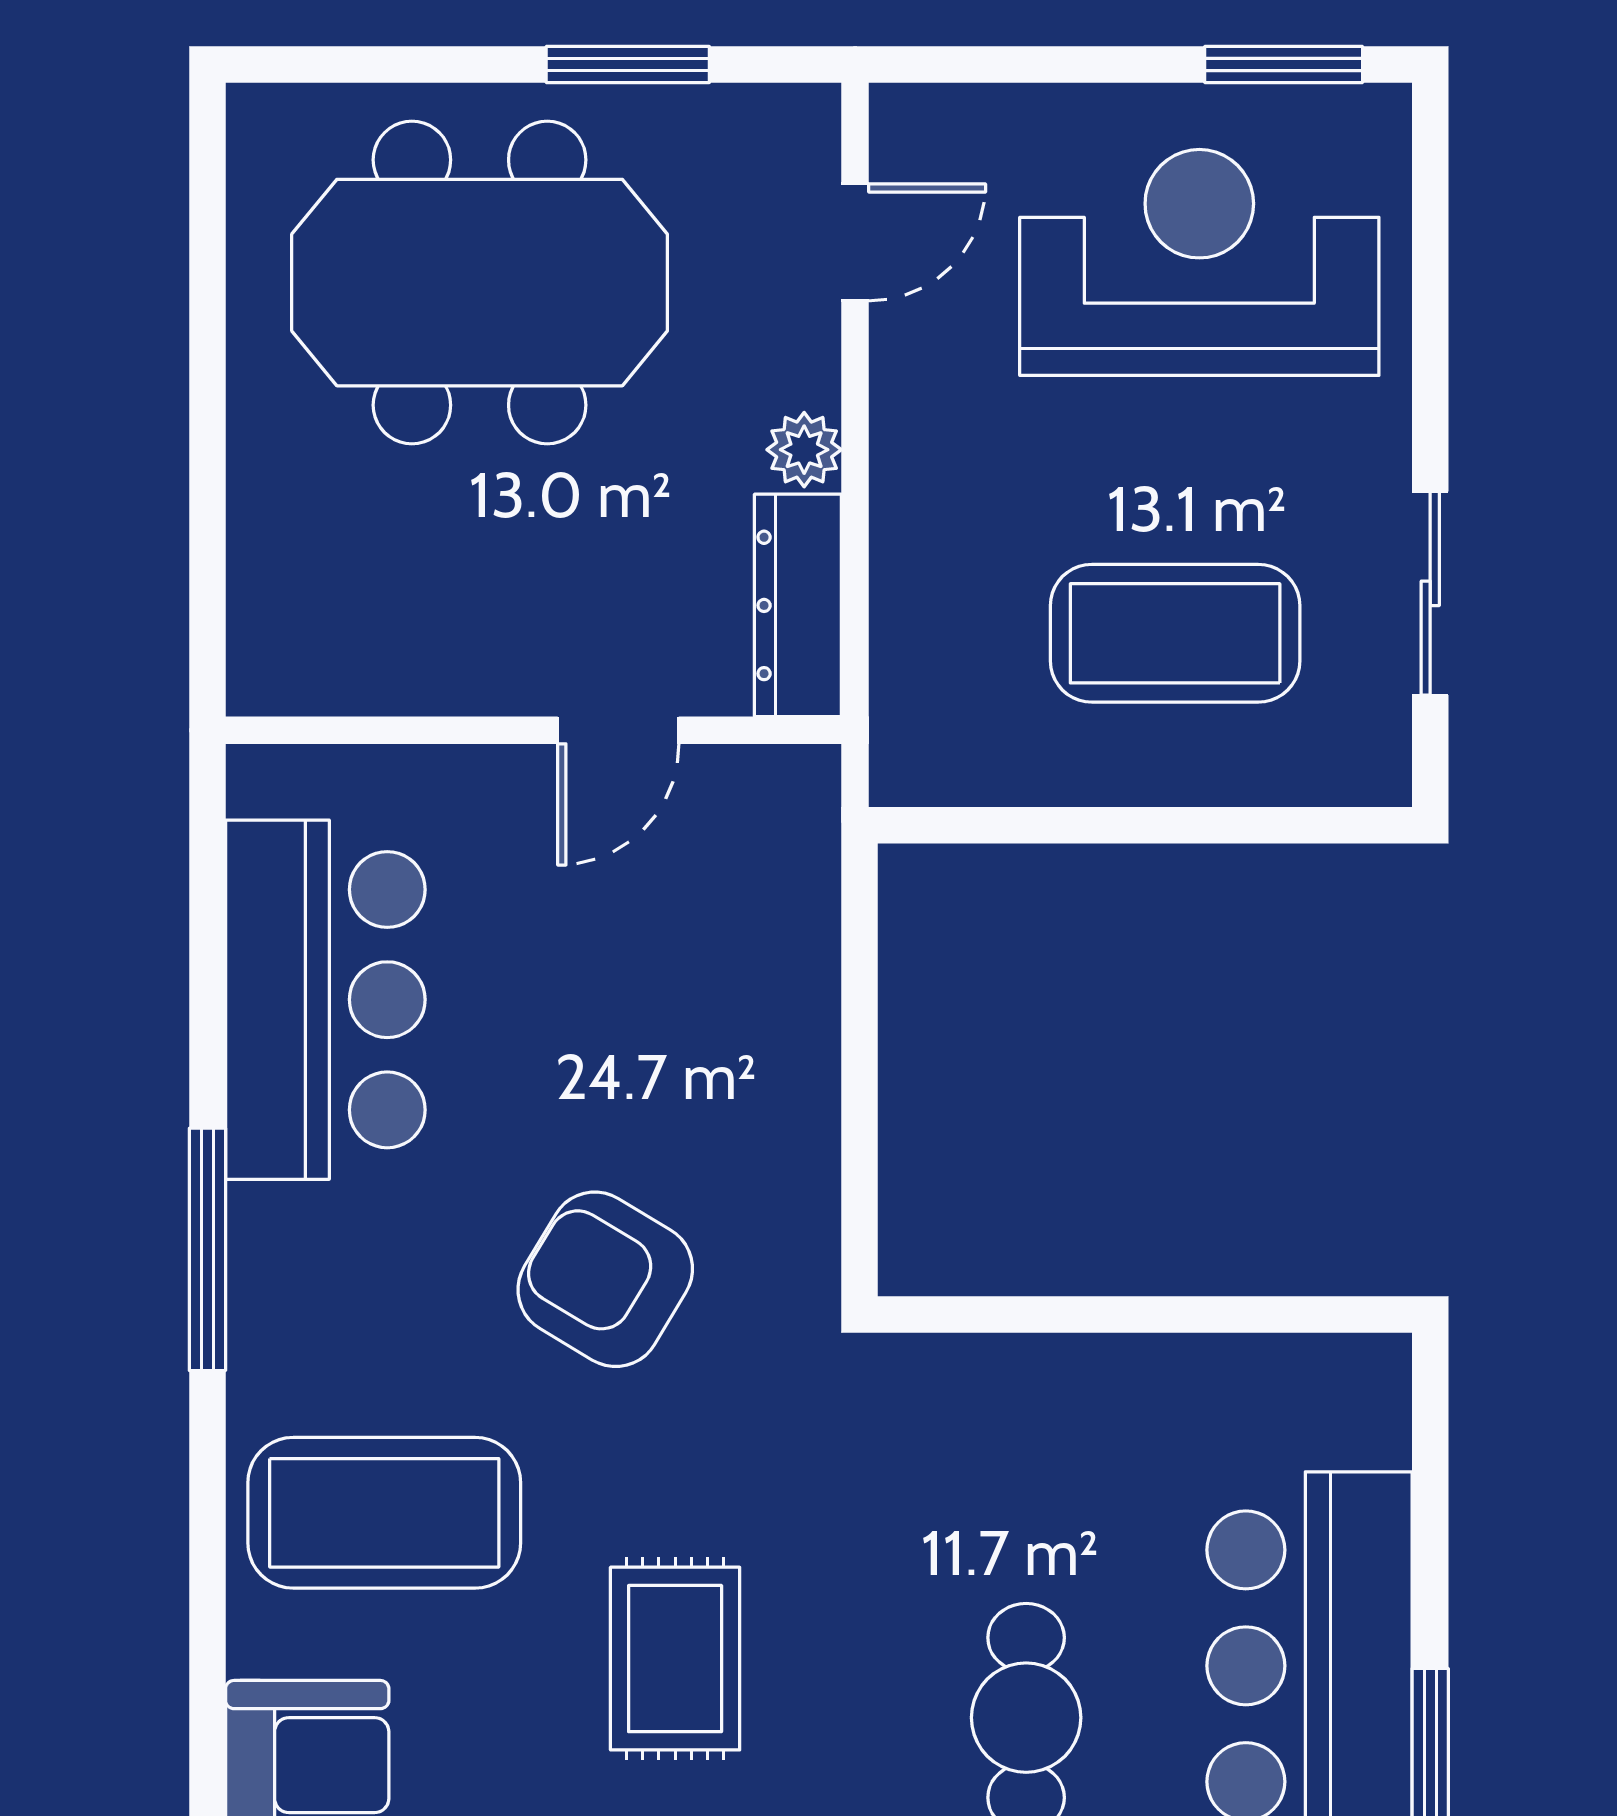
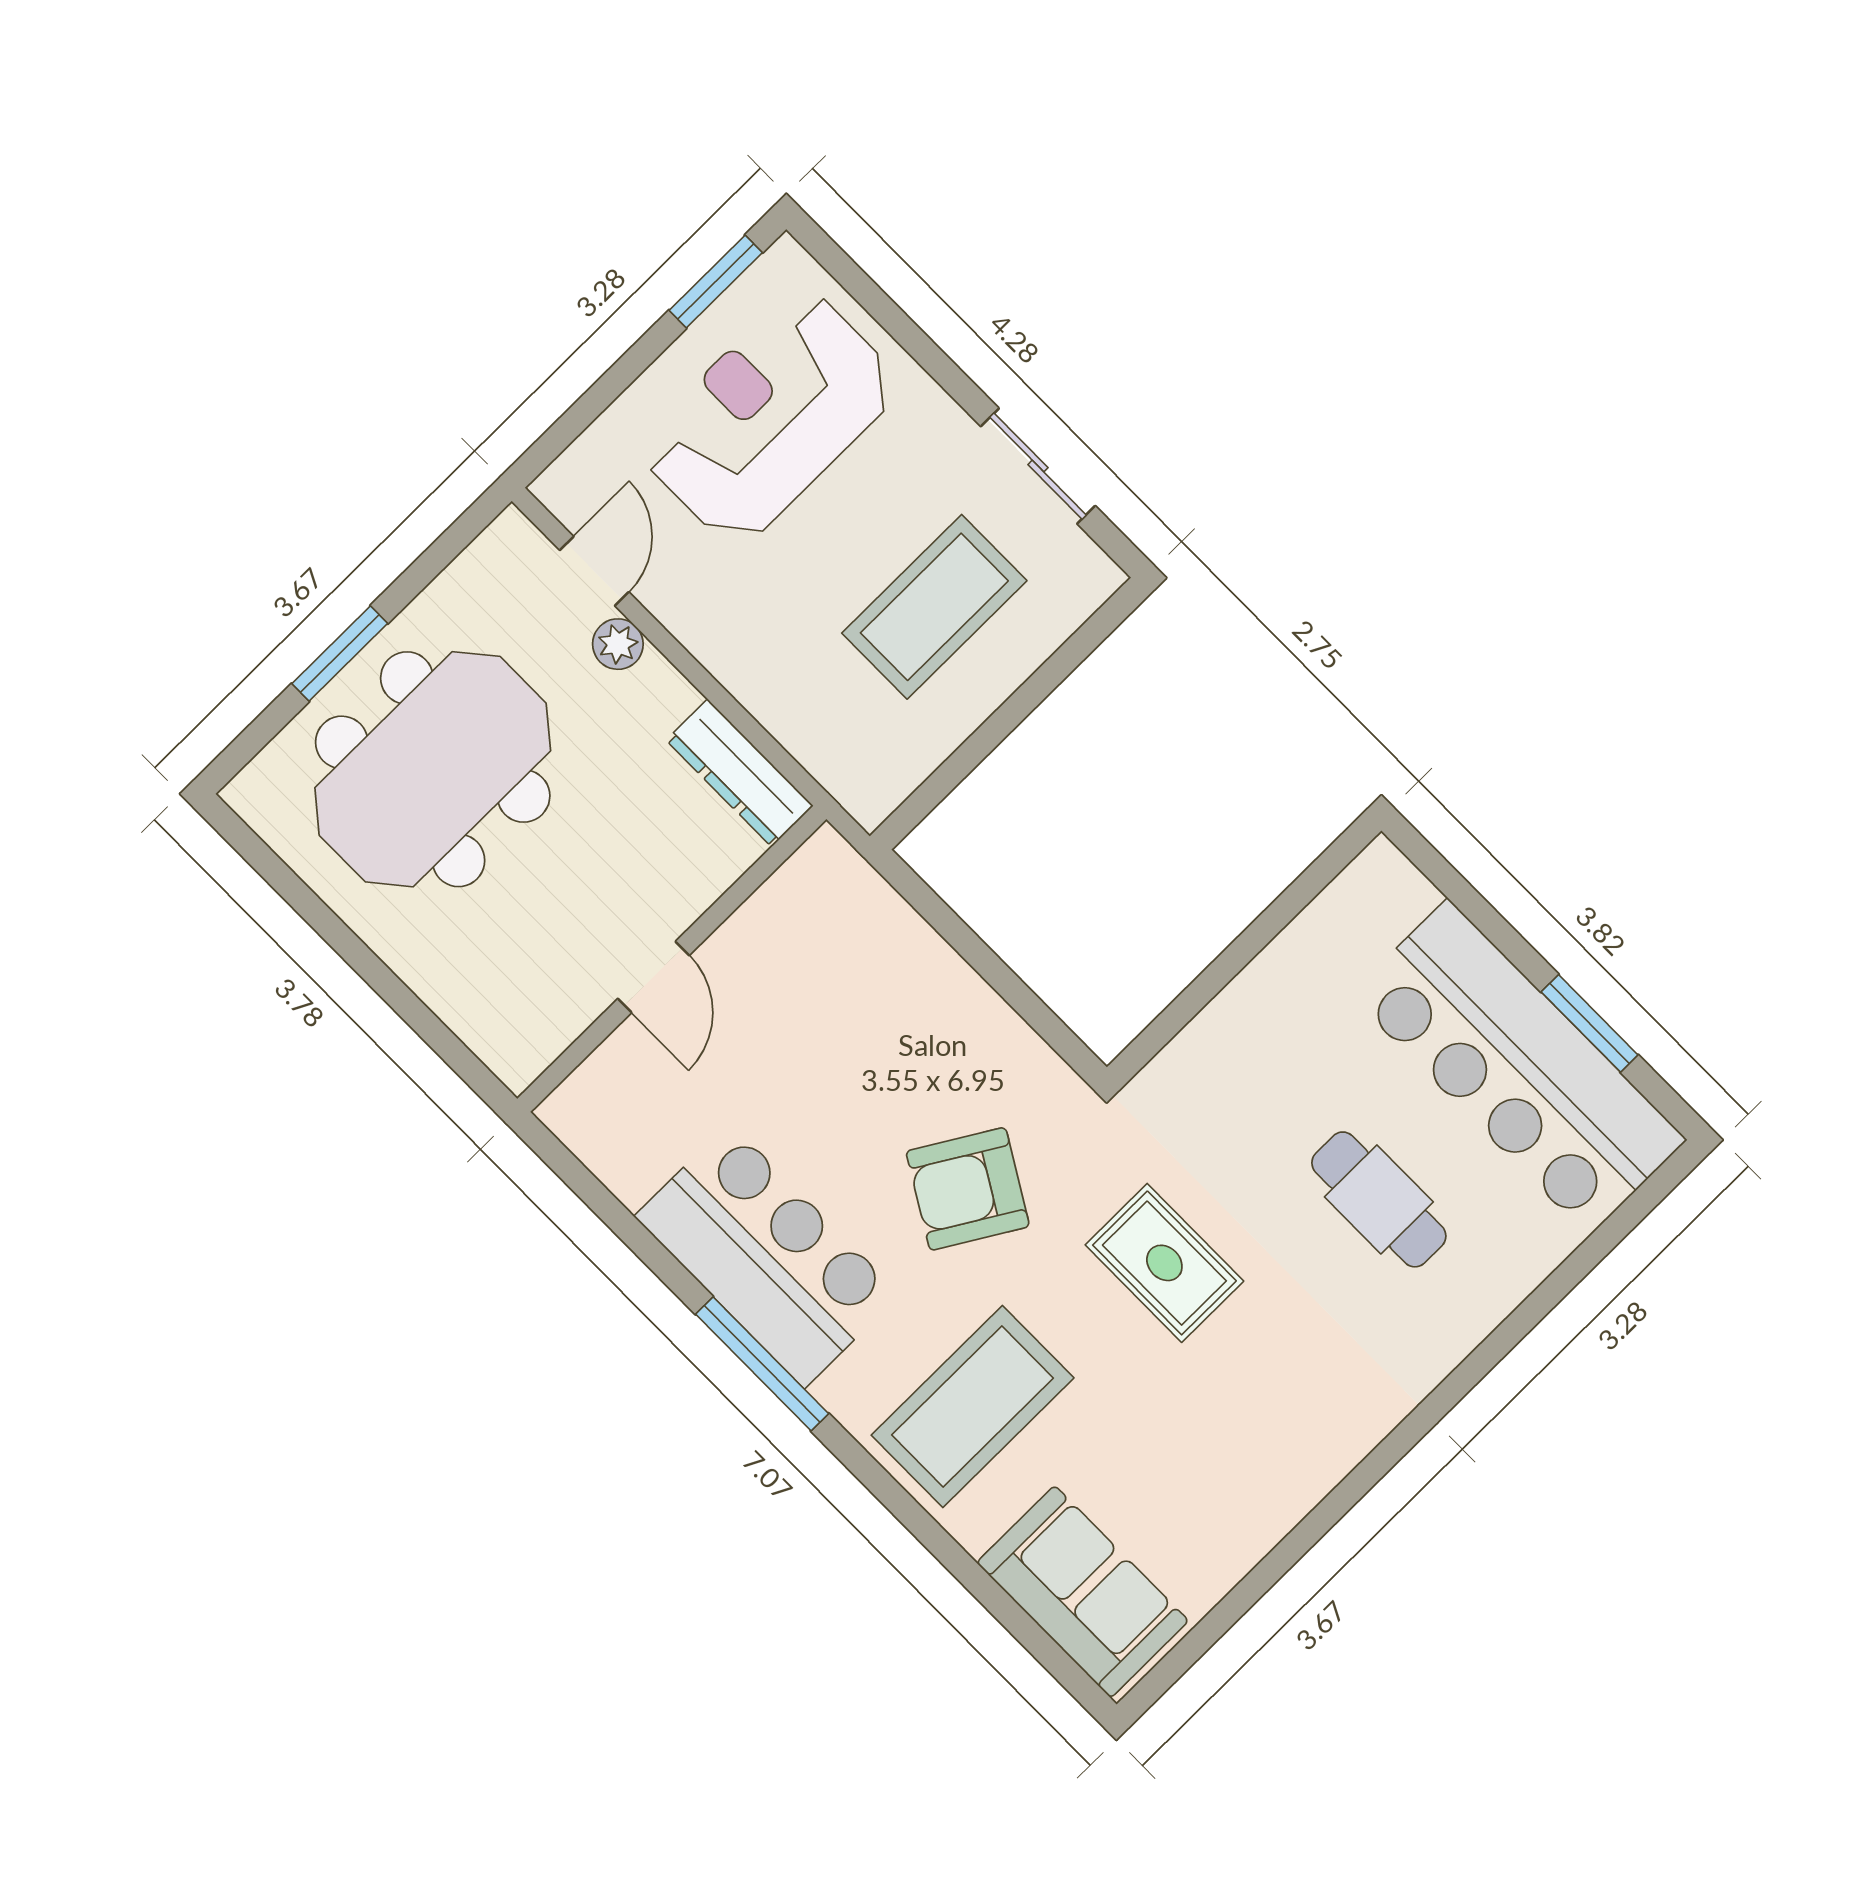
window: (628, 65) -> (340, 654), moved
plant: (804, 450) -> (618, 644), moved
door: (618, 730) -> (653, 977), moved
bar counter: (325, 1000) -> (767, 1255), moved
rug: (675, 1659) -> (1164, 1263), moved

